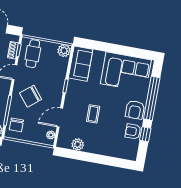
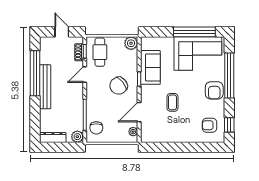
window: (126, 51) -> (194, 32), added
sofa: (81, 64) -> (150, 67), moved
chair: (31, 96) -> (119, 86), moved
armchair: (133, 131) -> (210, 125), moved
window: (145, 134) -> (229, 125), moved
plant: (78, 144) -> (162, 136), removed

